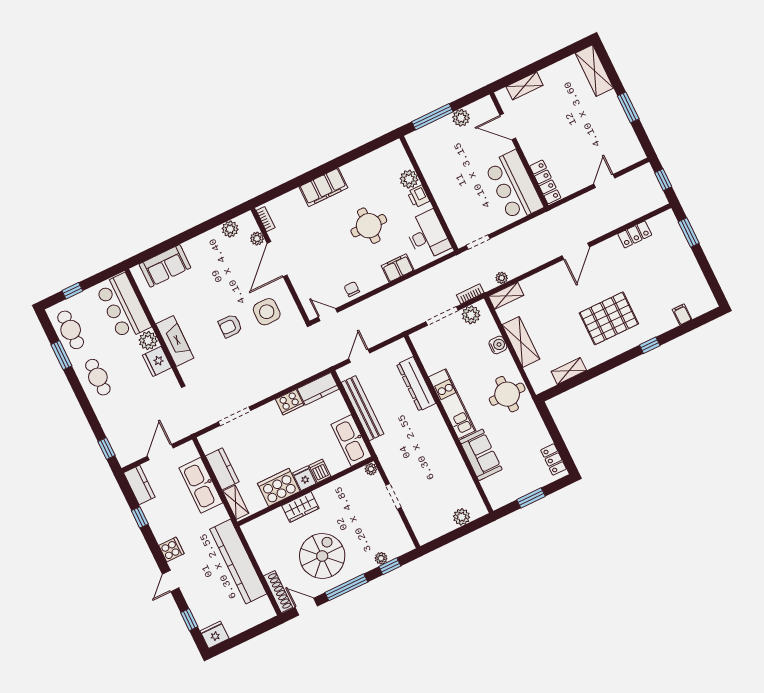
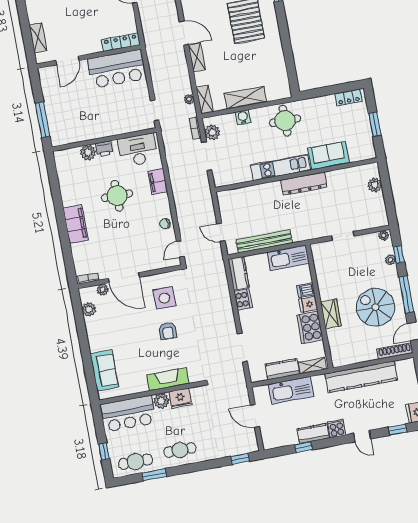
plant: (461, 118) -> (50, 97), removed
shelving: (569, 371) -> (197, 57), moved
dresser: (416, 384) -> (304, 184), moved
plant: (371, 469) -> (384, 236), moved
kitchen counter: (139, 485) -> (313, 433), moved

